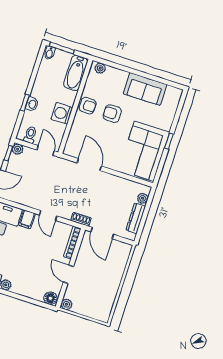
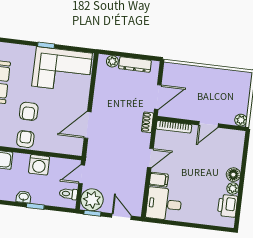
washbasin: (32, 104) -> (24, 197), moved
plant: (18, 149) -> (92, 200), width x1.87, depth x1.87
floor lamp: (50, 298) -> (233, 175), moved

